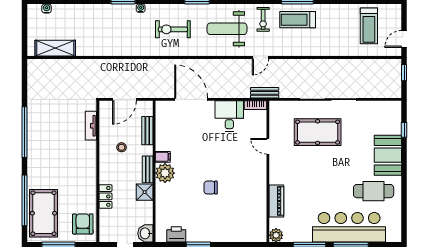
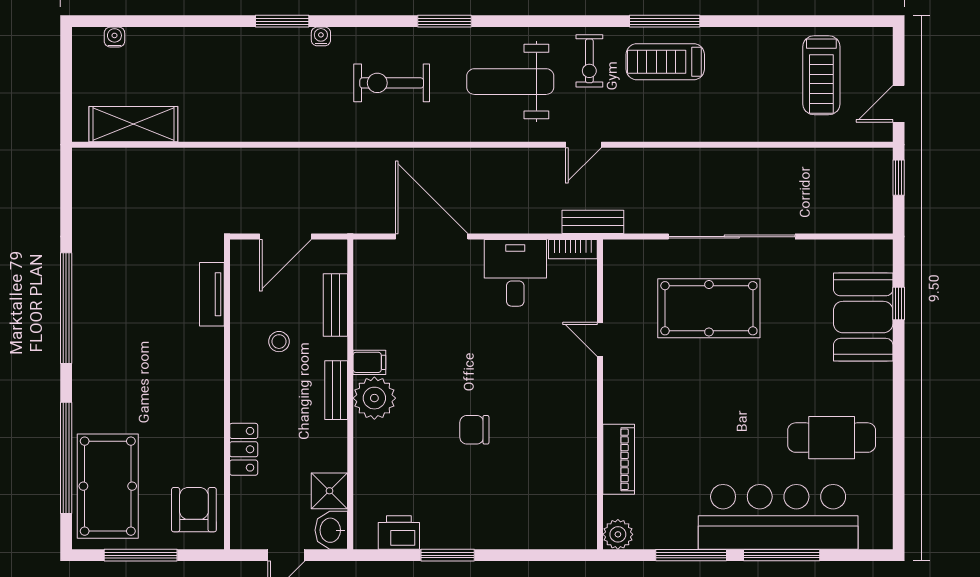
booth: (388, 155) -> (863, 317), moved
shower: (145, 192) -> (329, 491), moved

